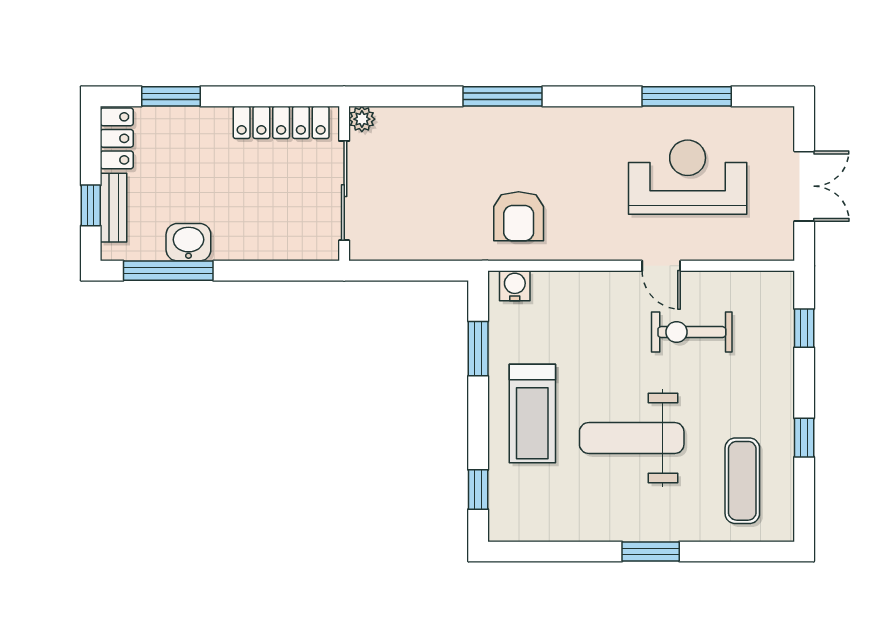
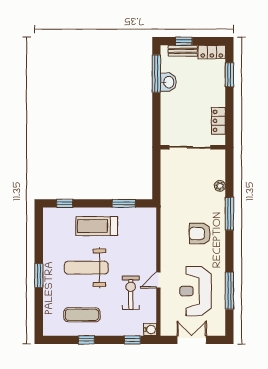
plant: (362, 119) -> (220, 186), moved
locker: (281, 122) -> (218, 121), width x0.66
reception desk: (688, 177) -> (196, 291), turned 180
double door: (804, 186) -> (192, 340), swing flipped
armchair: (519, 216) -> (200, 234), moved
water cooler: (515, 286) -> (150, 329), moved
weight bench: (632, 438) -> (86, 268), turned -90
exercise mat: (742, 481) -> (82, 315), moved

